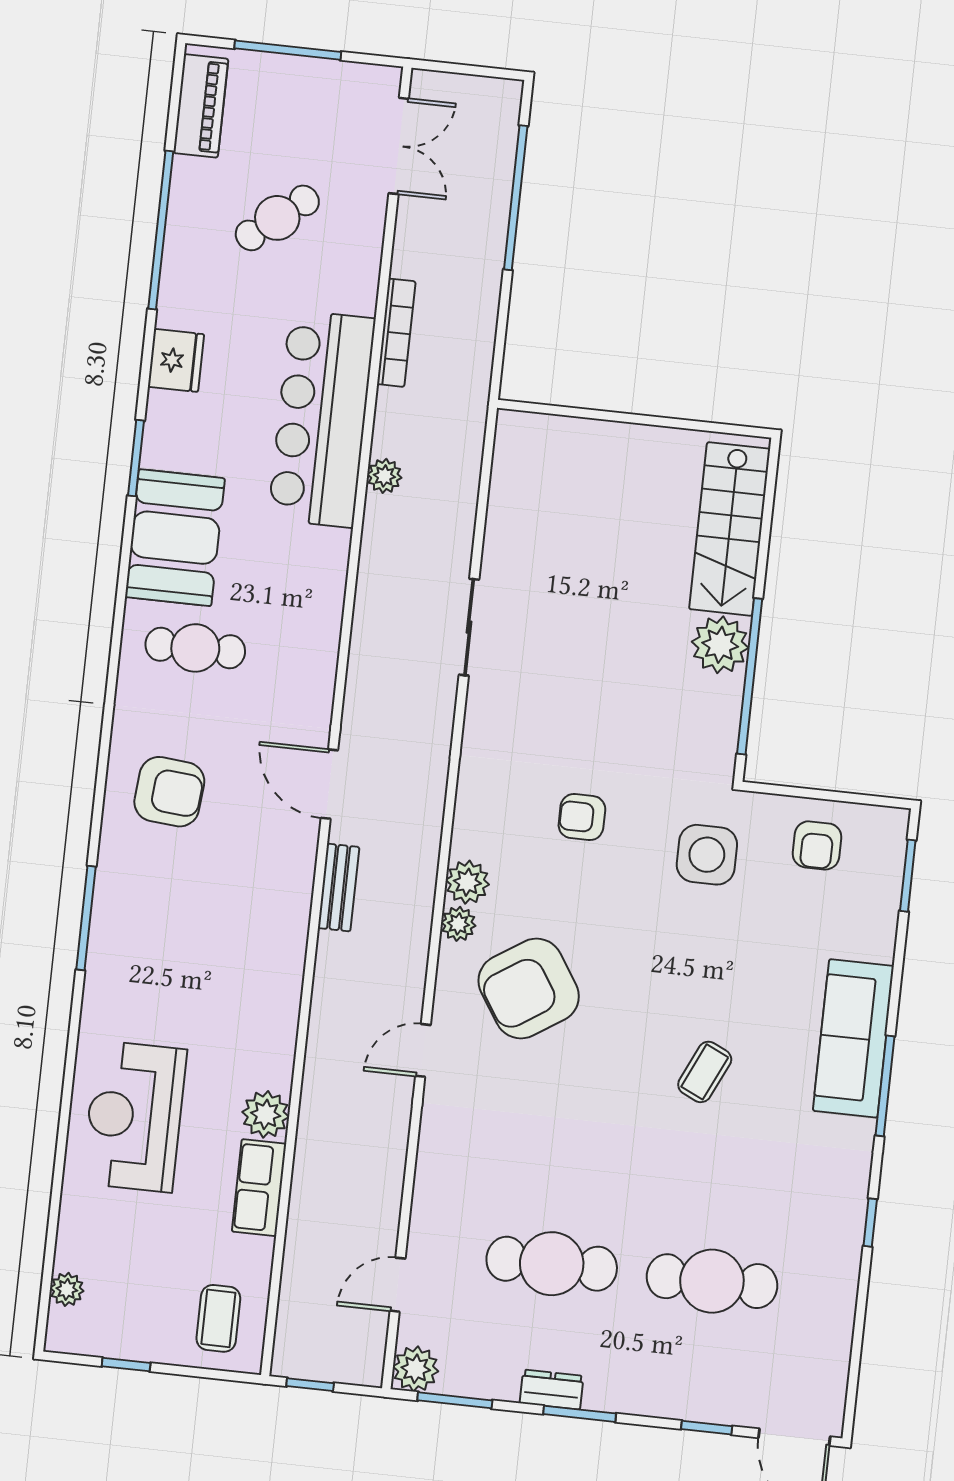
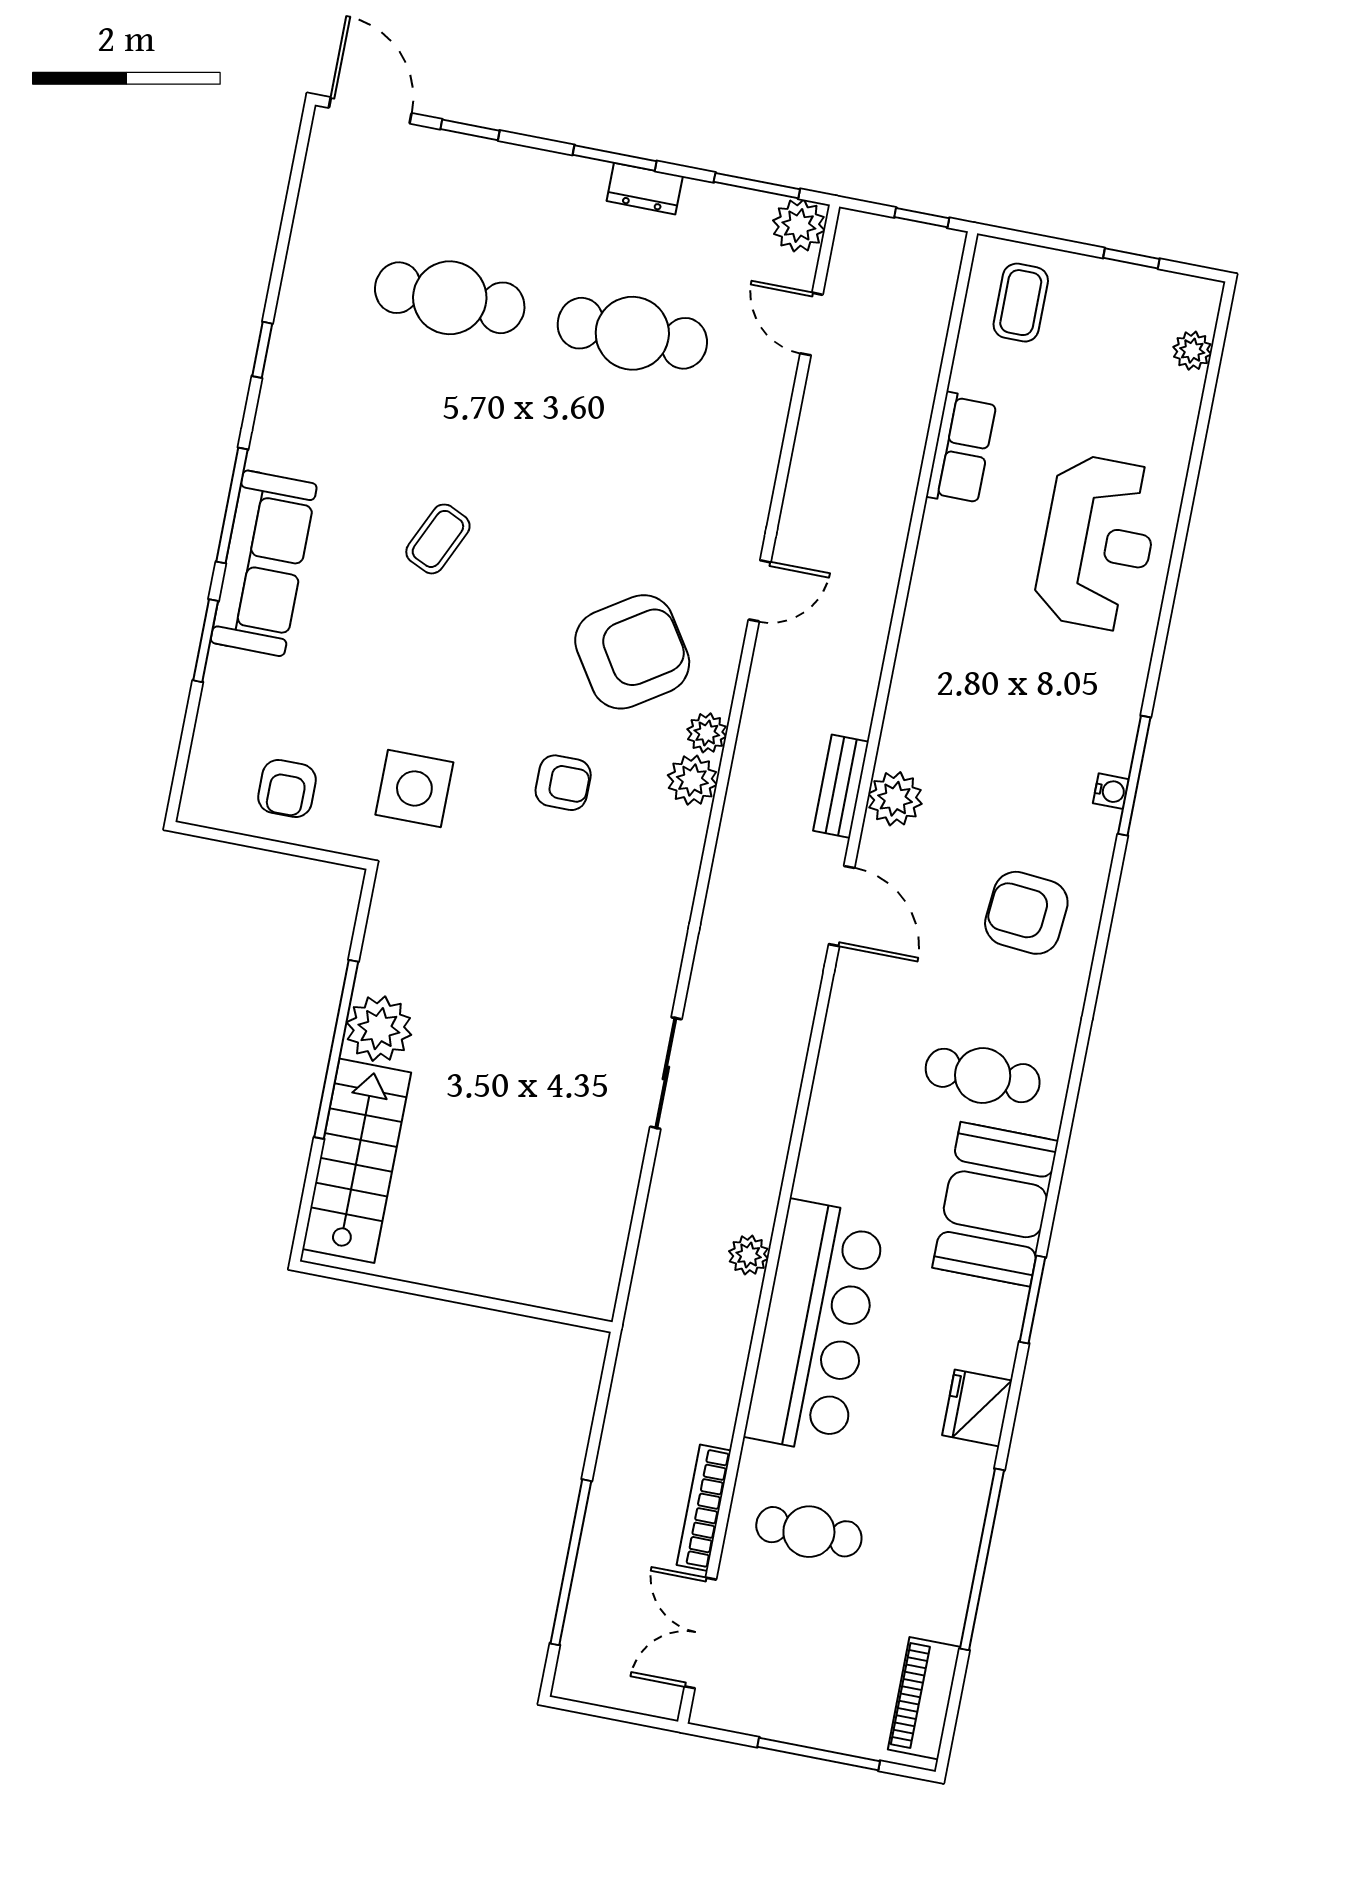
cafe table: (277, 218) -> (809, 1532), moved, turned 39
bookcase: (396, 333) -> (704, 1508), moved
window: (750, 676) -> (336, 1049), moved
armchair: (582, 817) -> (563, 783), moved
armchair: (817, 845) -> (287, 789), turned 180
window: (908, 876) -> (206, 641), moved
water cooler: (105, 903) -> (1111, 791), added
plant: (266, 1114) -> (895, 799), moved
door: (398, 1285) -> (811, 324), swing flipped

